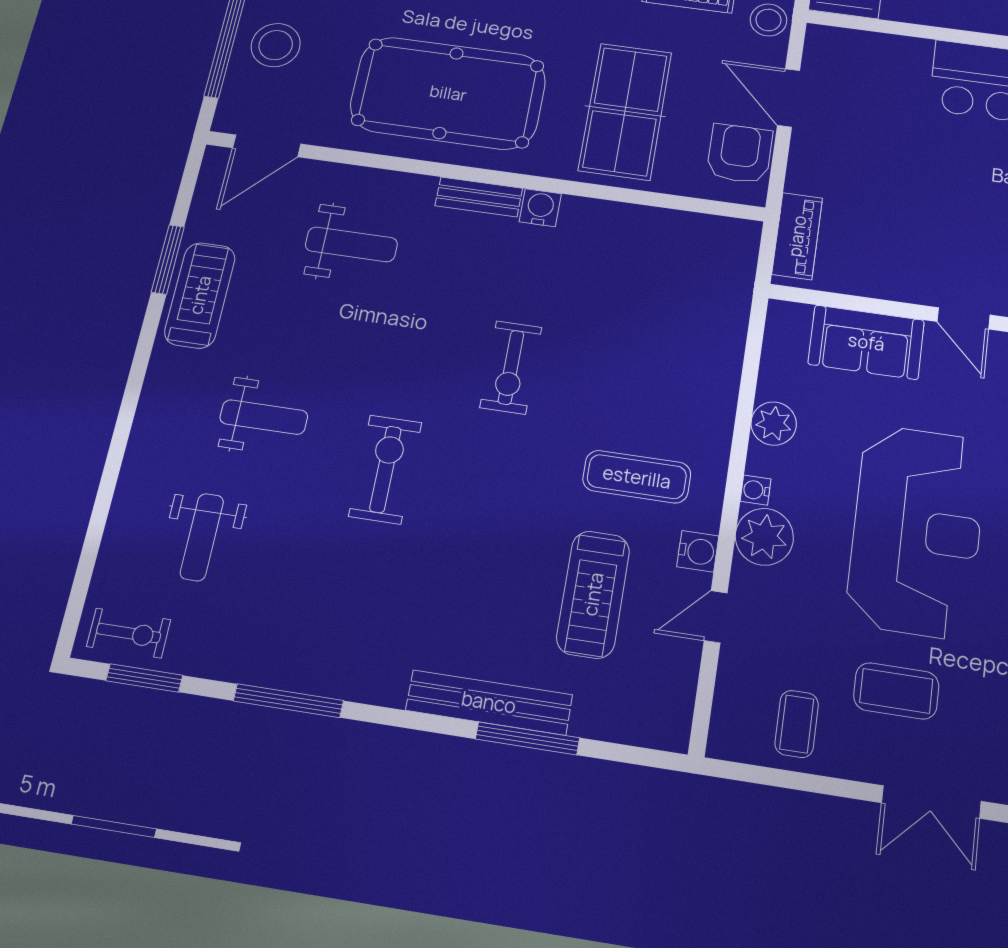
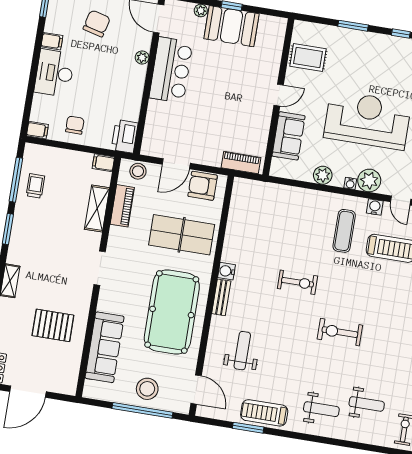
weight bench: (264, 417) -> (321, 409), moved, turned 90

